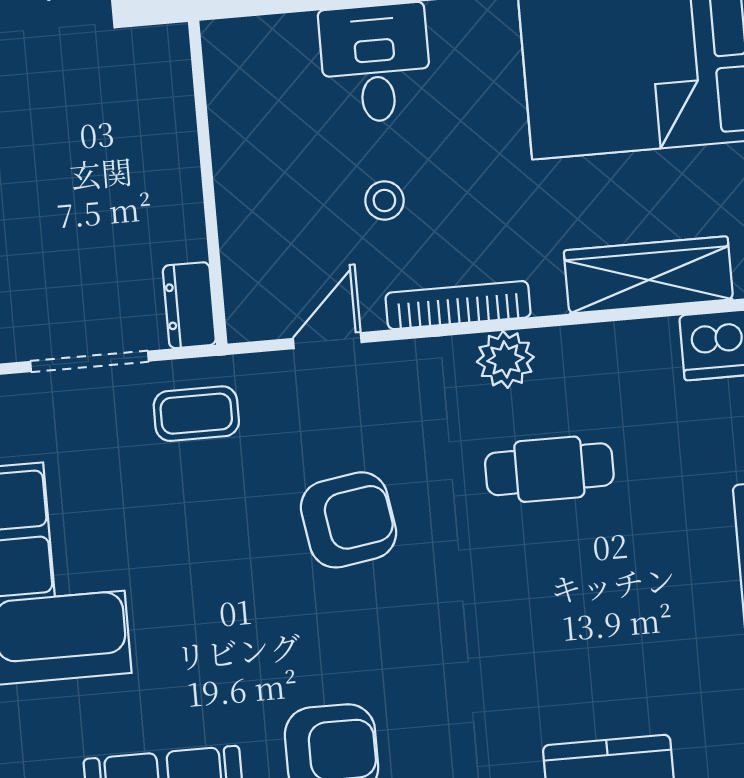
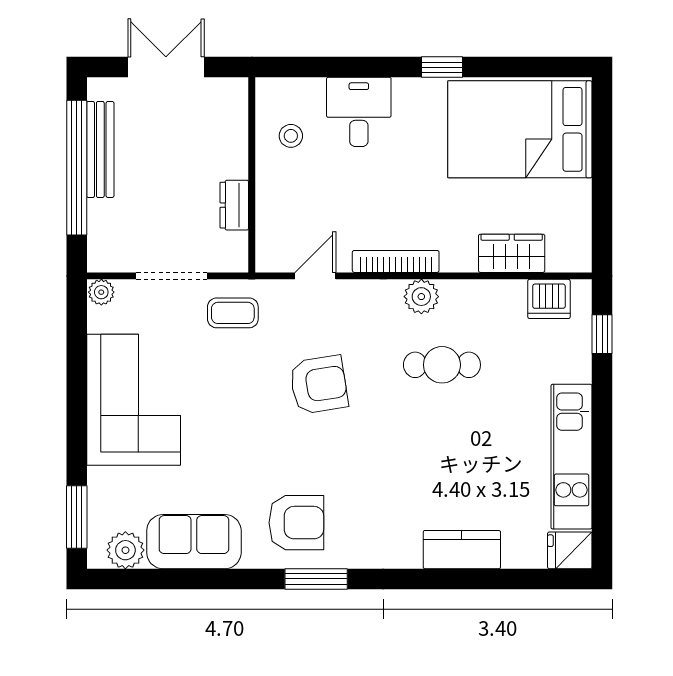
stool: (384, 200) -> (291, 136), moved
wardrobe: (648, 275) -> (512, 253), width x0.67
dresser: (189, 305) -> (234, 205), moved

